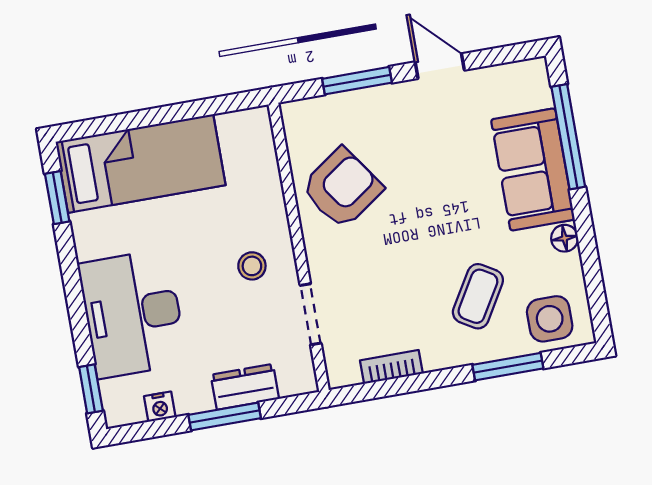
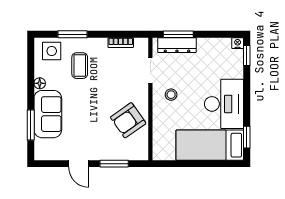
window: (568, 137) -> (31, 125), width x0.69
coffee table: (478, 296) -> (80, 66), turned -31
desk: (133, 314) -> (224, 104), moved
dresser: (245, 387) -> (177, 45), width x1.44
nightstand: (160, 407) -> (238, 43), moved
window: (225, 417) -> (178, 34), moved

